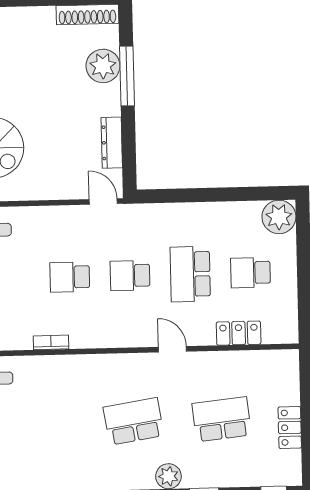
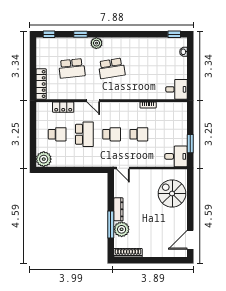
dresser: (112, 143) -> (118, 209), moved
locker: (290, 428) -> (41, 84), moved, width x1.53

